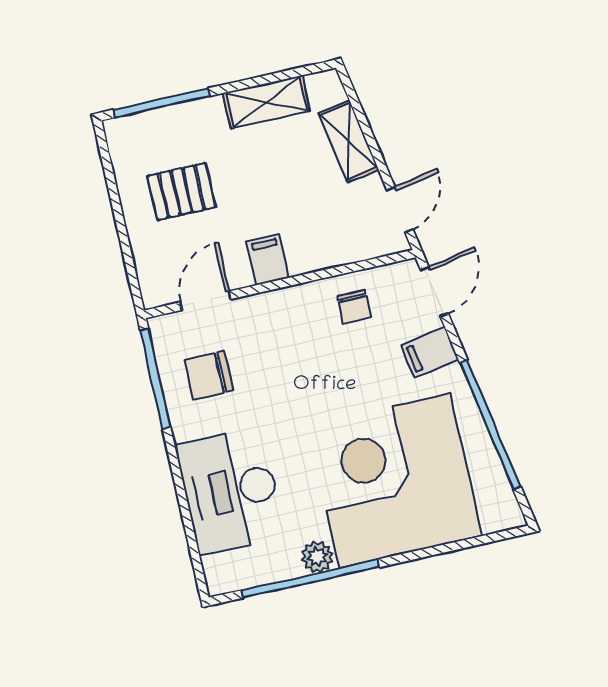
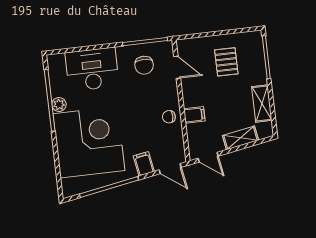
filing cabinet: (268, 260) -> (194, 115), moved
chair: (354, 306) -> (169, 117), moved
chair: (209, 375) -> (144, 65), turned 180

